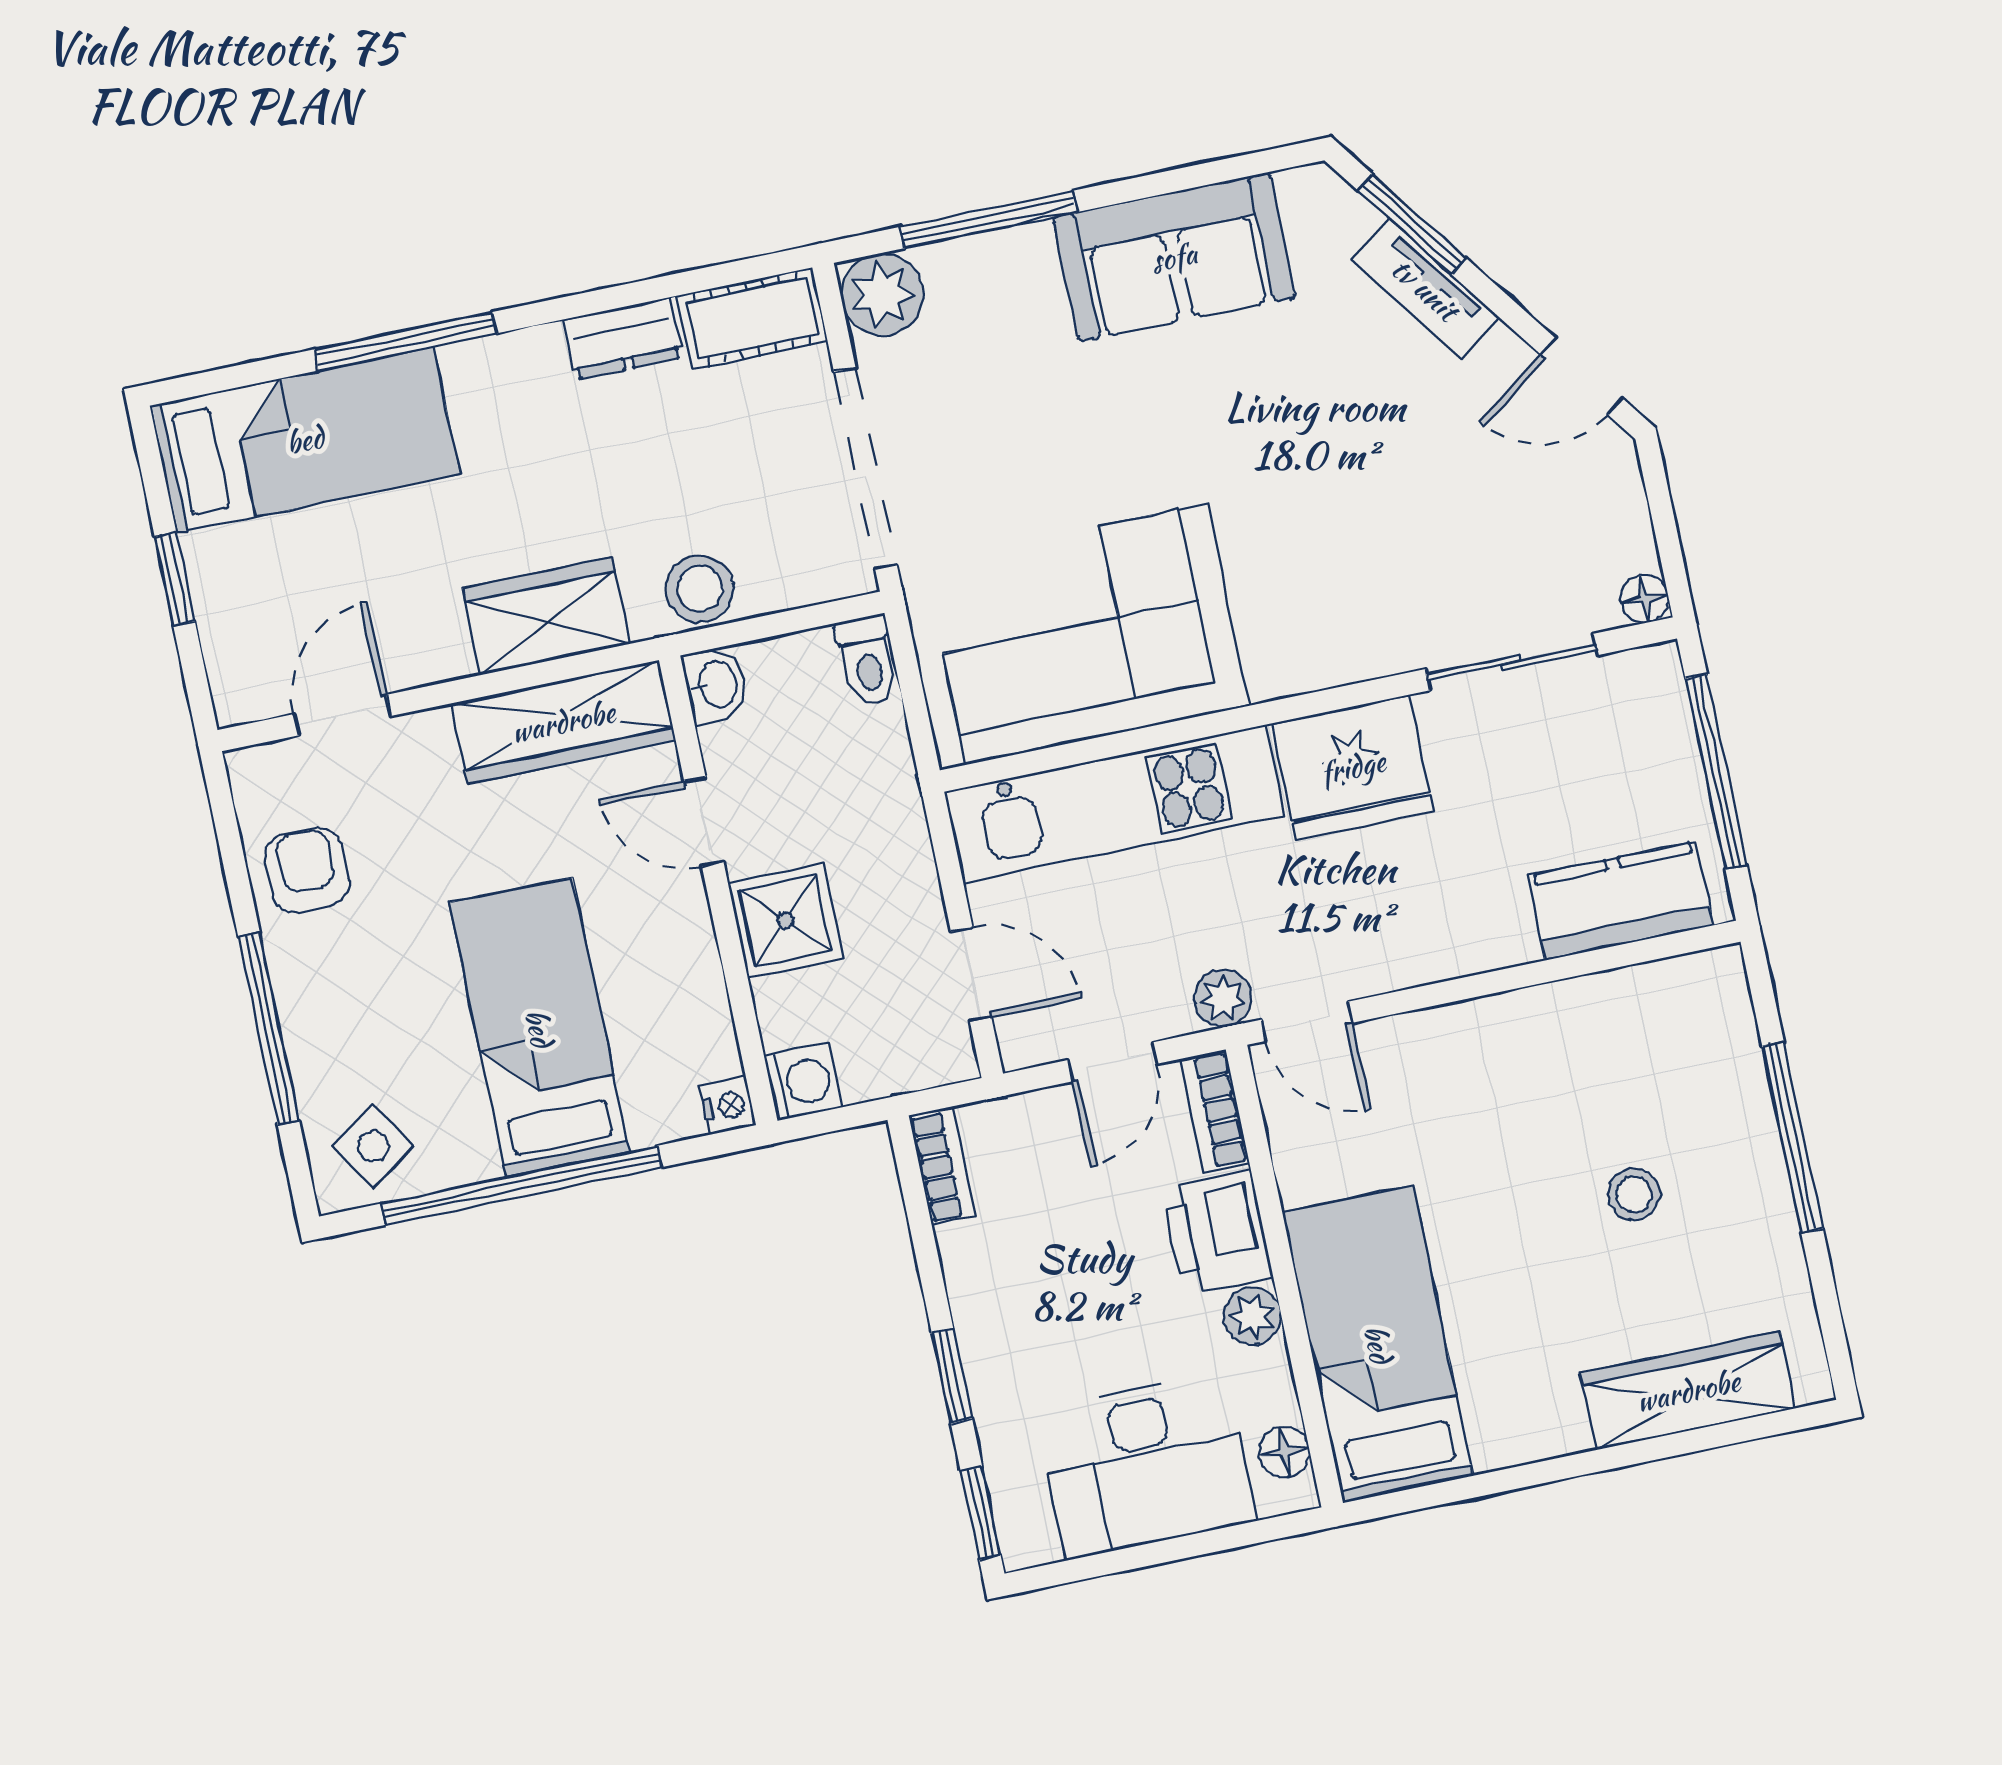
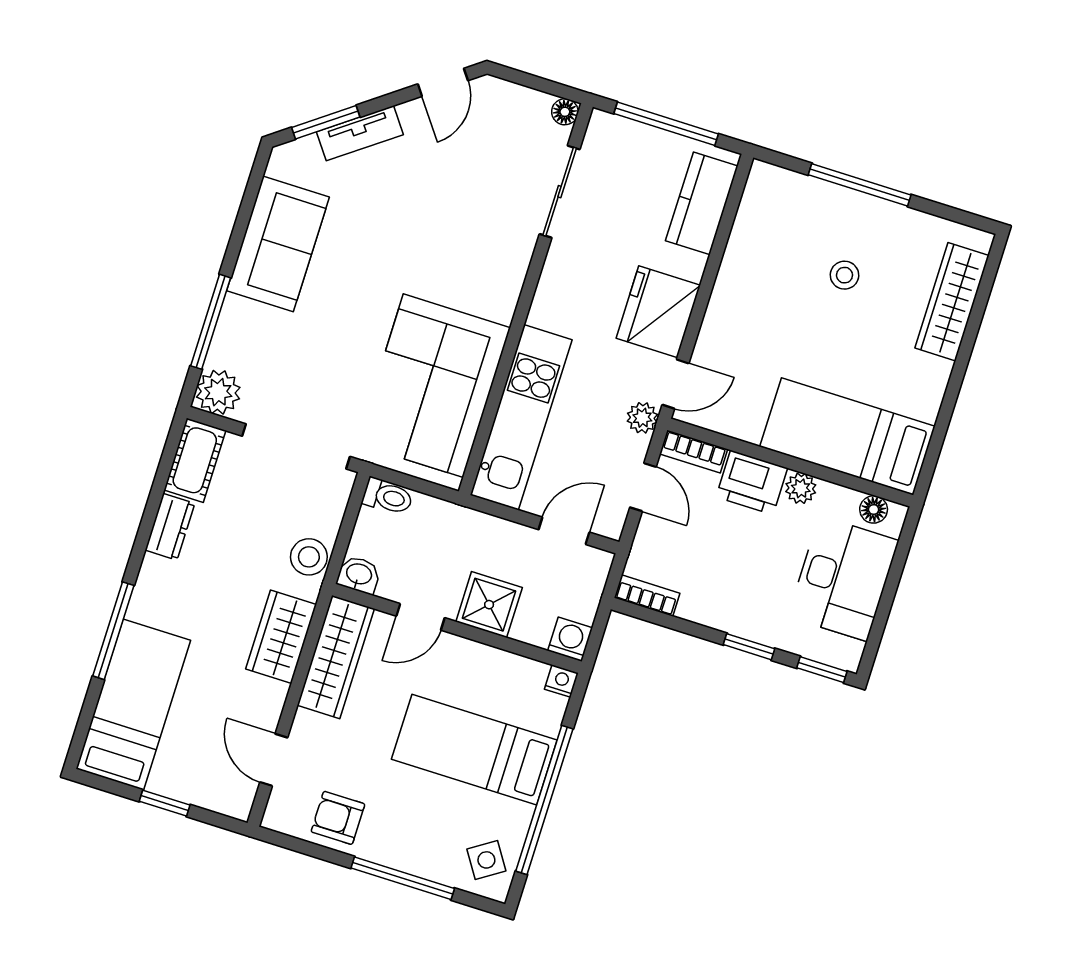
fridge: (1353, 767) -> (658, 312), moved, turned 180

